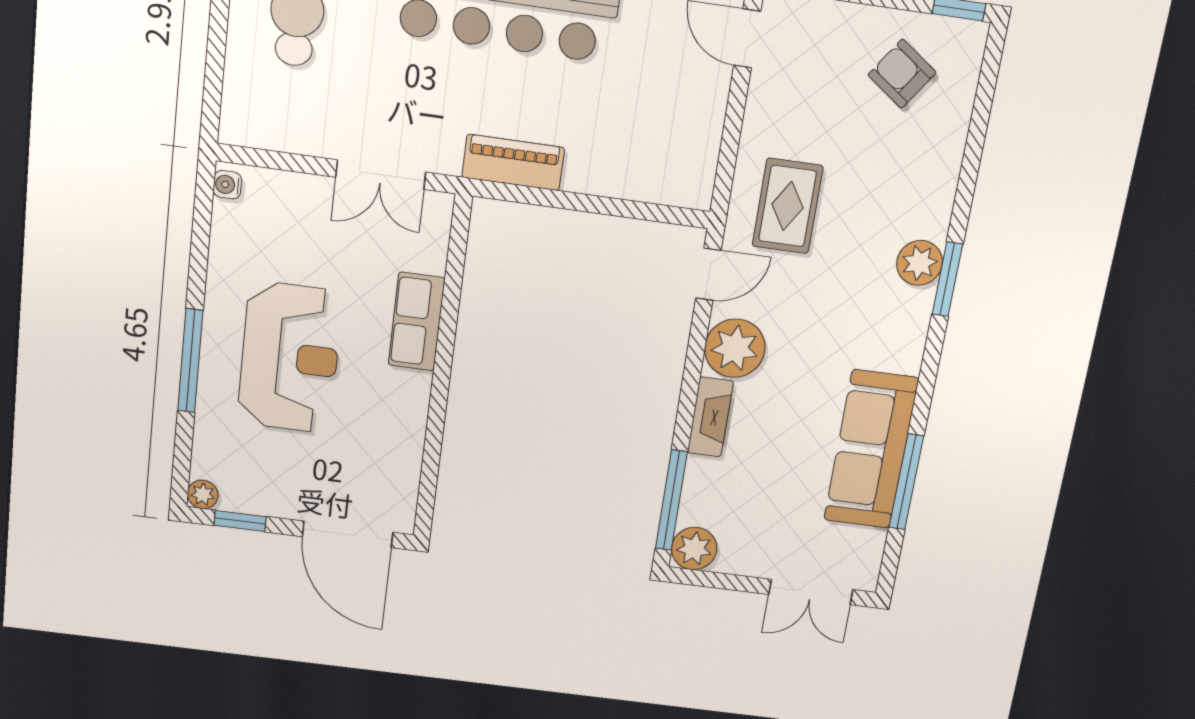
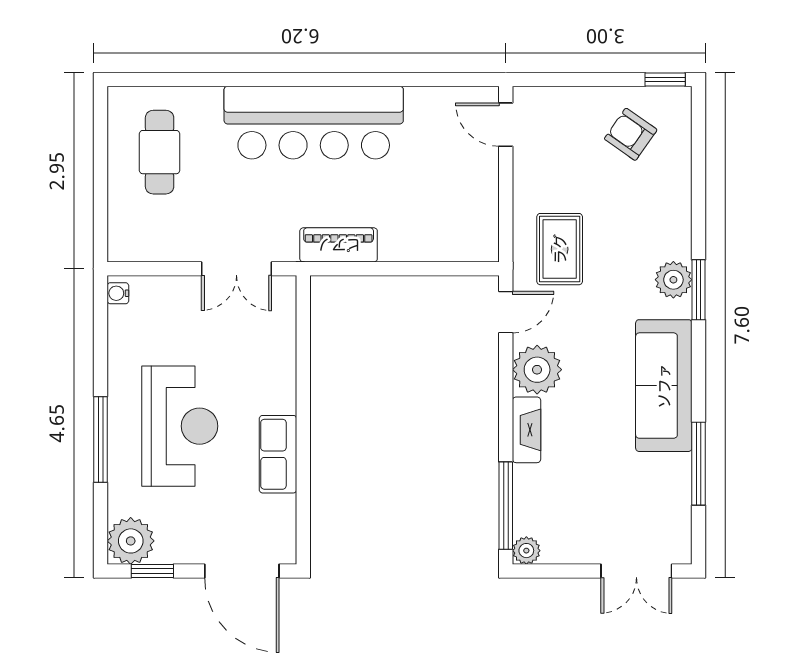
row of seats: (417, 322) -> (278, 454), moved
sofa: (871, 449) -> (664, 386), moved
plant: (203, 494) -> (131, 541), width x1.88, depth x1.88
plant: (694, 549) -> (526, 551), width x0.73, depth x0.73

